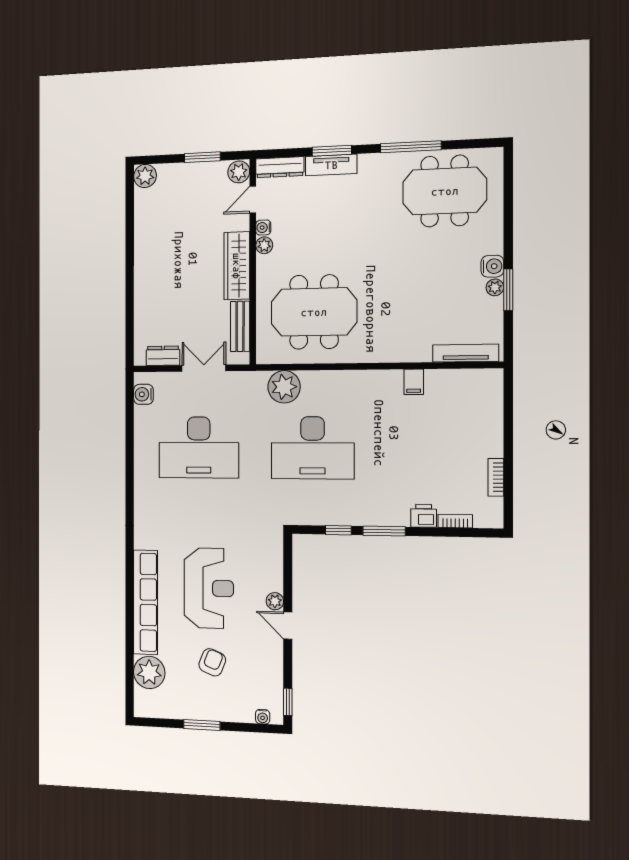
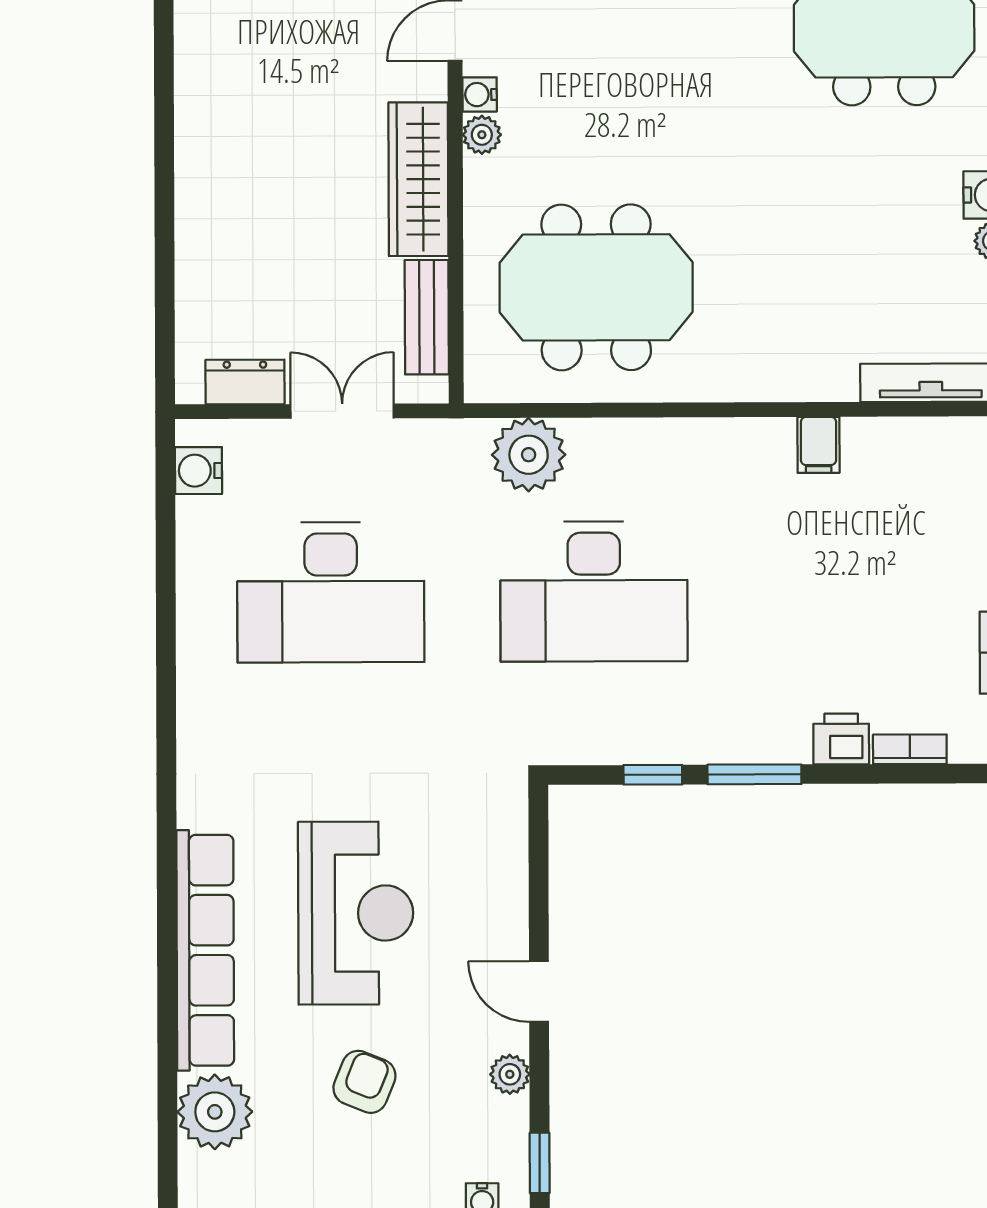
plant: (275, 601) -> (510, 1074), moved

